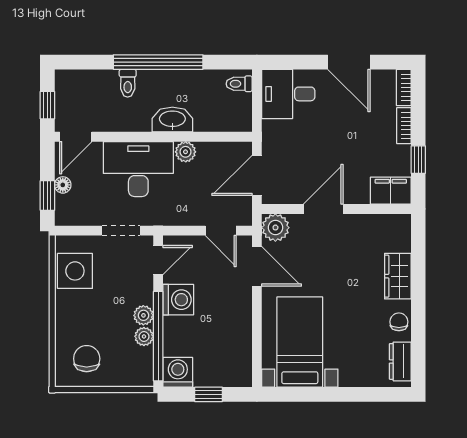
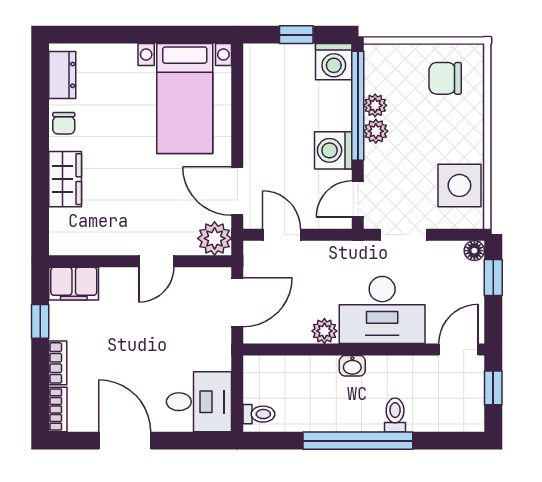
washbasin: (172, 119) -> (352, 366), width x0.52, depth x0.69
floor lamp: (63, 185) -> (474, 251), moved
door: (323, 209) -> (156, 261), width x0.73
chair: (87, 359) -> (445, 78), turned 90

